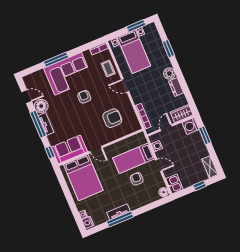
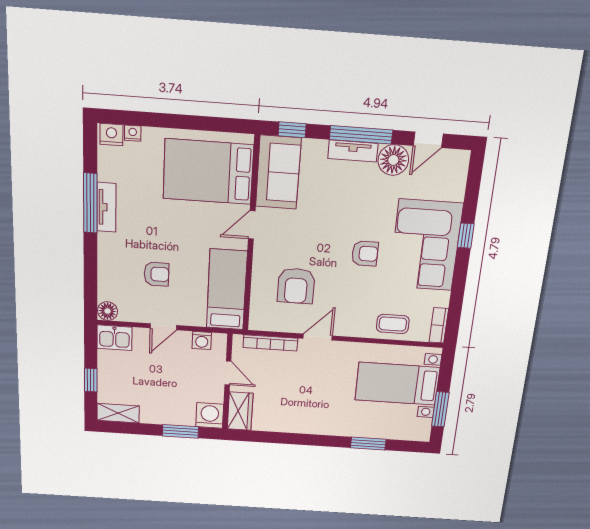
window: (56, 60) -> (466, 236), width x0.46
plant: (169, 74) -> (323, 425), removed
door: (125, 86) -> (318, 337), moved
dresser: (176, 87) -> (293, 424), removed
bed: (134, 158) -> (227, 290), moved

